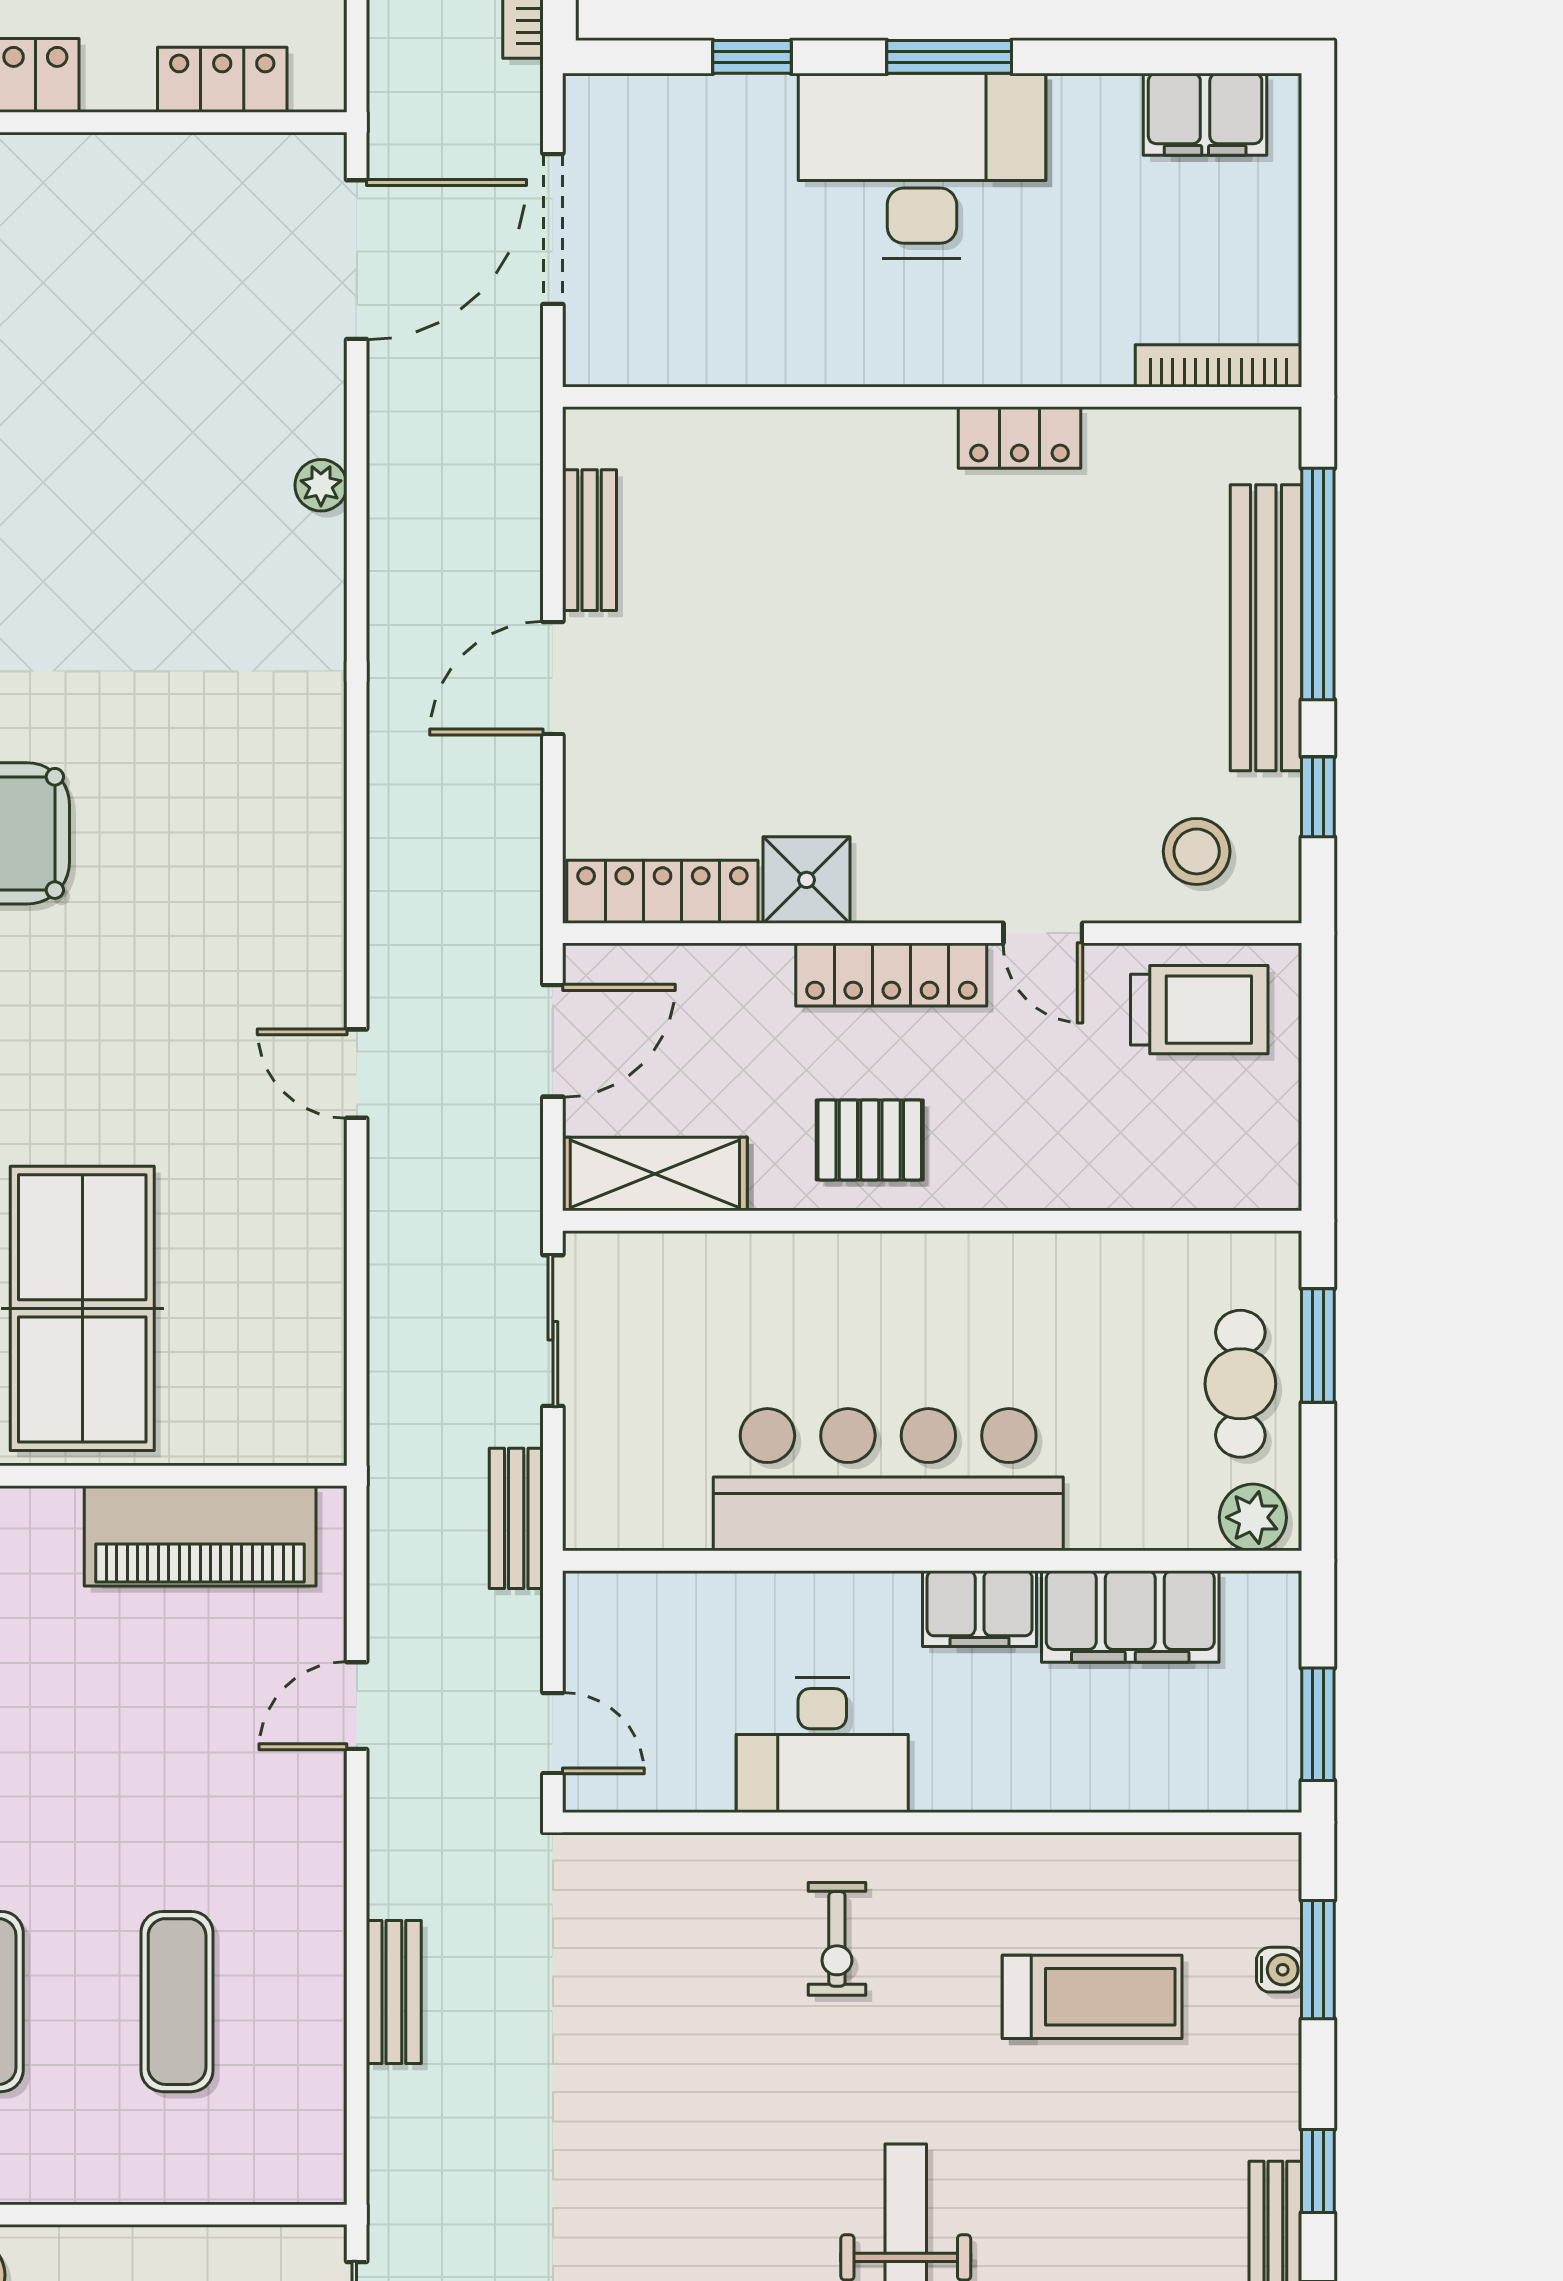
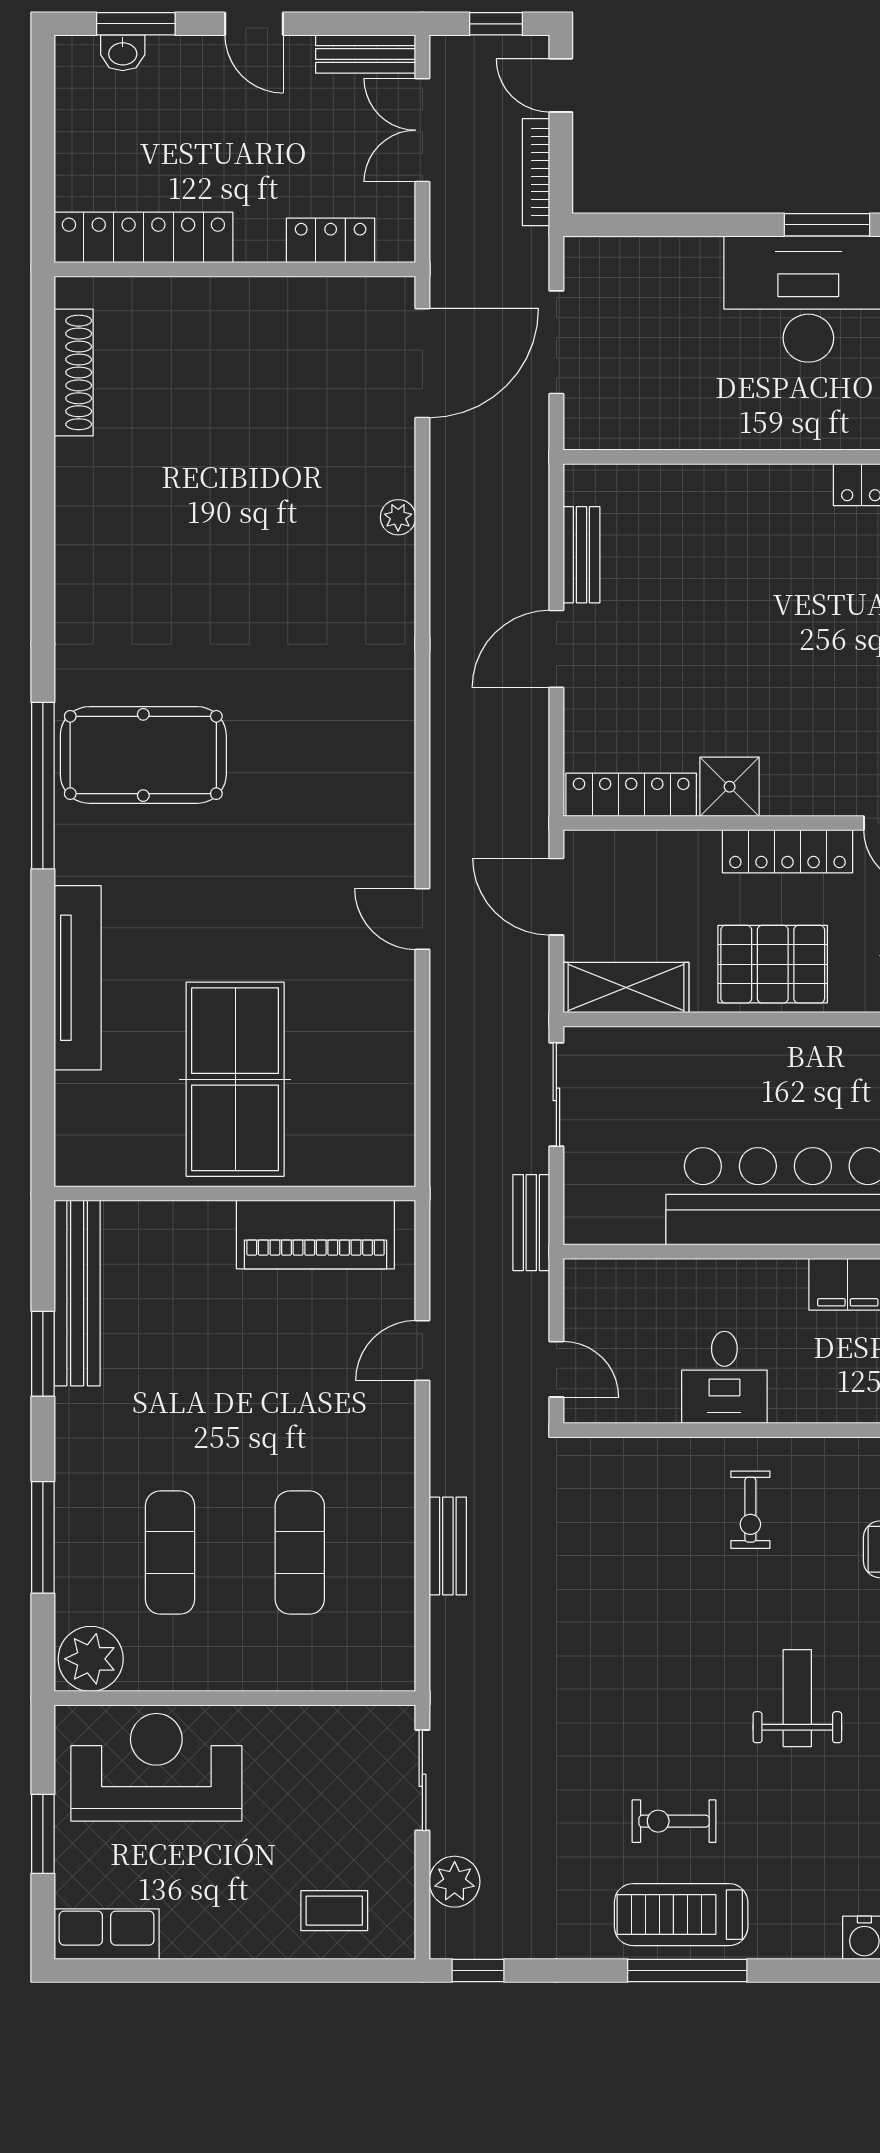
window: (752, 57) -> (692, 225), removed
door: (553, 1041) -> (556, 897), swing flipped
pallet: (870, 1140) -> (773, 964), width x1.50, depth x1.42
desk: (822, 1745) -> (724, 1377), width x0.73

